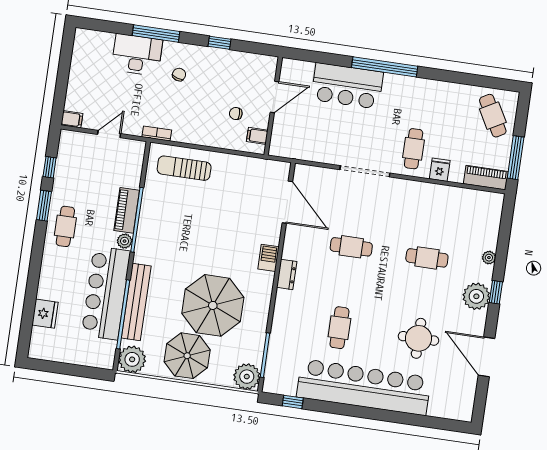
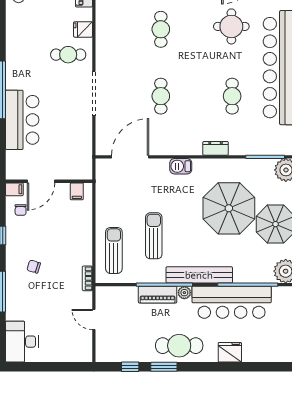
desk: (137, 55) -> (22, 342), moved
door: (275, 97) -> (41, 181), swing flipped
chair: (236, 114) -> (21, 210), moved
filing cabinet: (72, 119) -> (14, 189), moved, turned 90
sun lounger: (184, 168) -> (114, 250), turned 180
sun lounger: (194, 216) -> (154, 236), added
cafe table: (65, 226) -> (179, 346), width x1.37, depth x1.35
dresser: (287, 274) -> (216, 148), moved
bench: (136, 302) -> (199, 275), moved
fridge: (45, 314) -> (230, 352), moved
cafe table: (339, 328) -> (232, 96), turned 90

